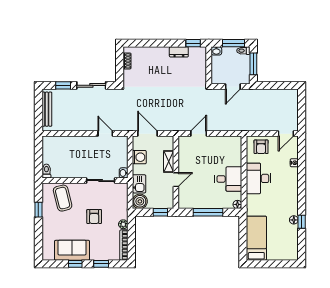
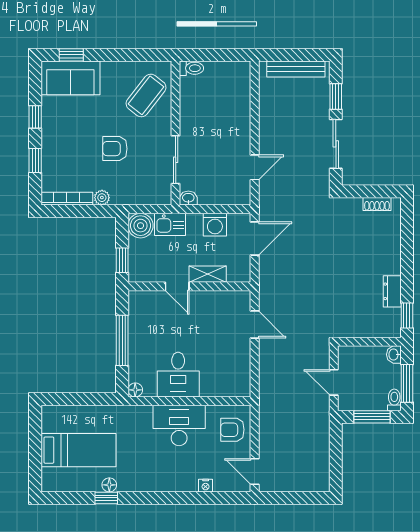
coffee table: (63, 198) -> (146, 95), turned -38
window: (38, 210) -> (71, 55), moved
bed: (256, 238) -> (78, 450), moved
sofa: (72, 250) -> (70, 78), moved, turned 90

